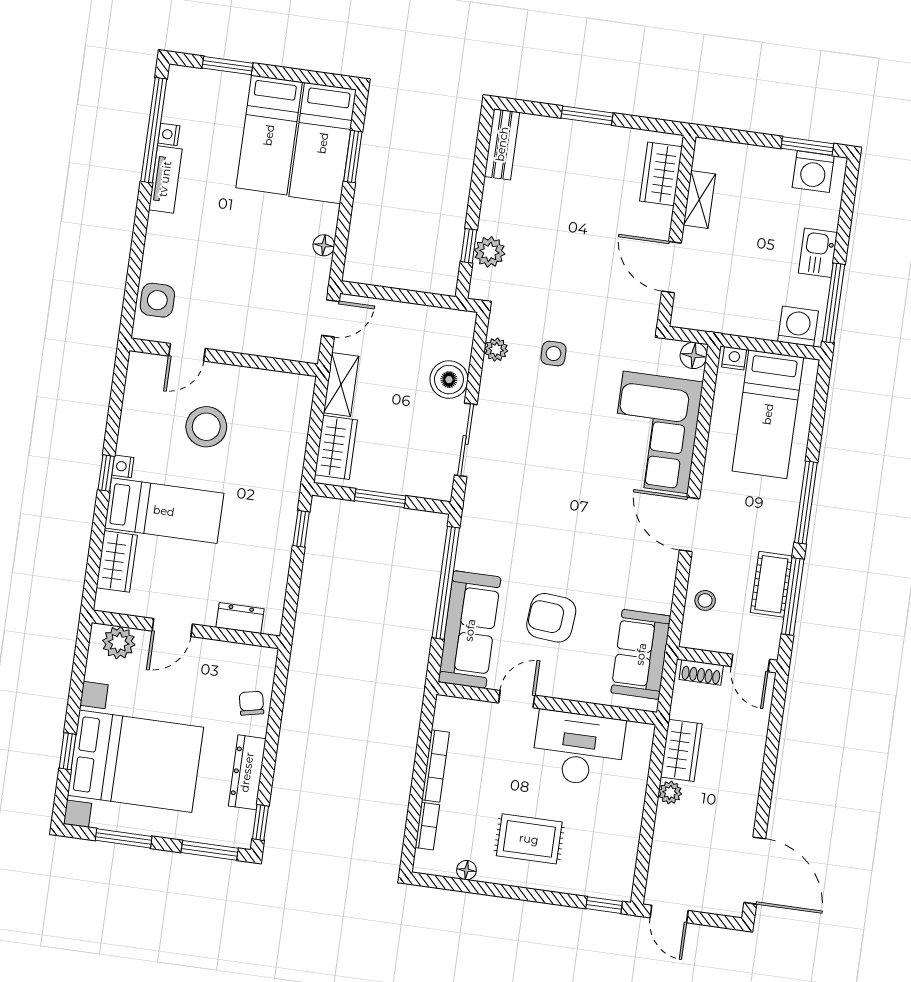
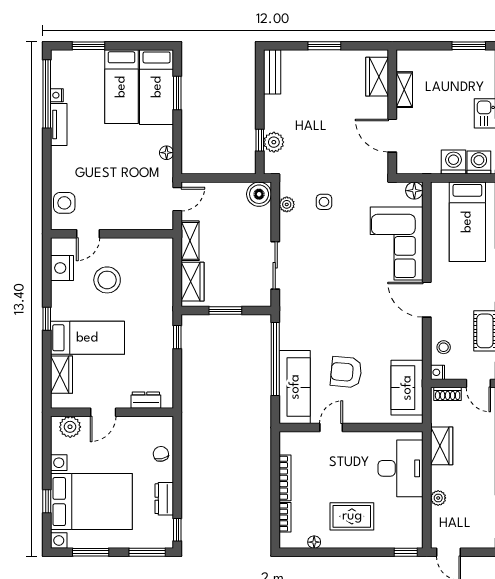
washing machine: (813, 172) -> (453, 162), moved, turned 180
nightstand: (734, 358) -> (437, 372), moved, turned -90
boiler: (449, 380) -> (259, 194), moved
nightstand: (123, 466) -> (62, 268), moved, width x1.89, depth x1.79
desk: (578, 748) -> (401, 468), moved, turned 90
dresser: (247, 772) -> (164, 499), width x0.70
plant: (670, 793) -> (438, 498), moved

